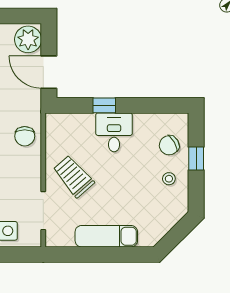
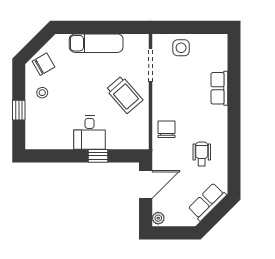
plant: (28, 39) -> (158, 218), width x0.53, depth x0.53
door: (49, 72) -> (146, 184), hinge flipped
chair: (169, 145) -> (43, 64), moved

